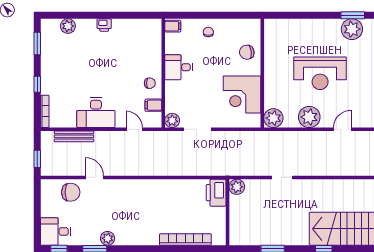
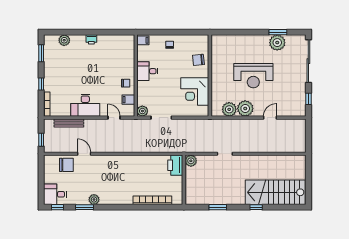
plant: (273, 118) -> (229, 109), moved

